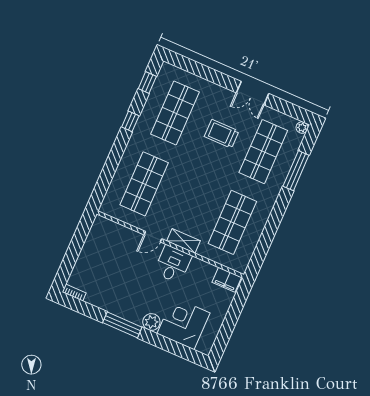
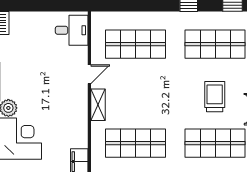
door: (153, 237) -> (89, 74), swing flipped
desk: (173, 264) -> (72, 30), moved

